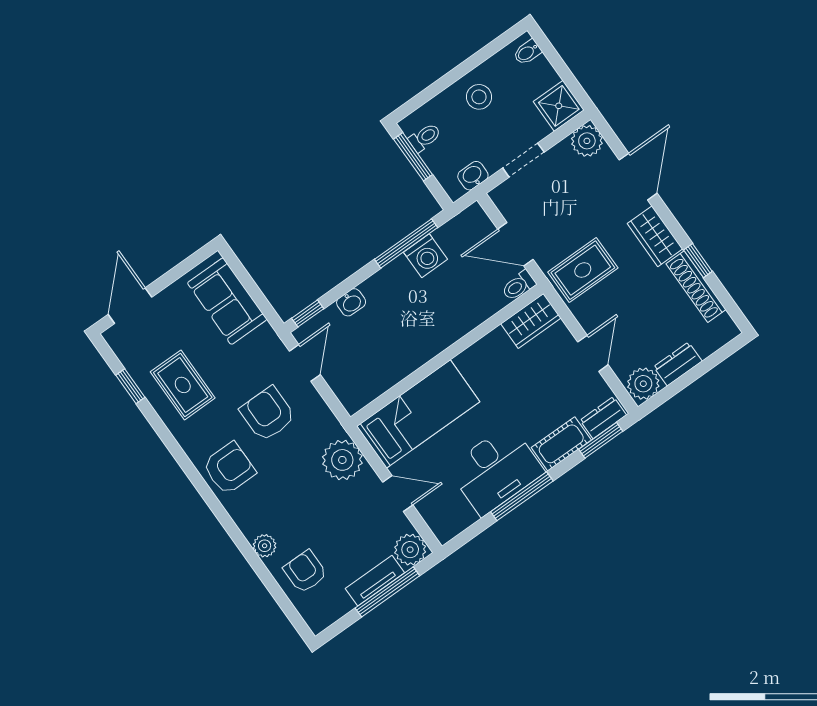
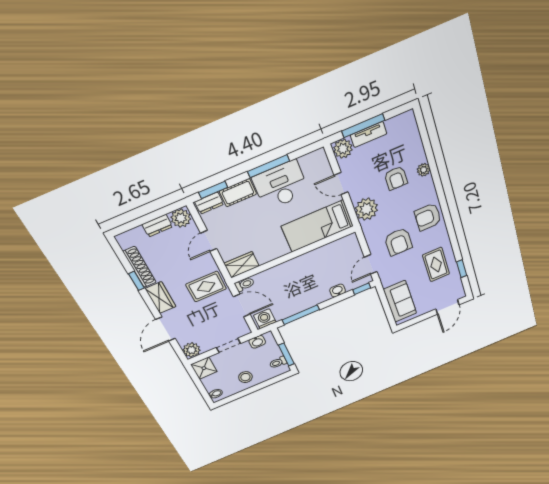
washing machine: (425, 256) -> (265, 319), moved
armchair: (305, 572) -> (396, 178), moved

